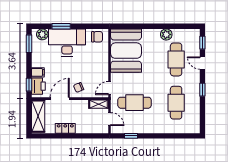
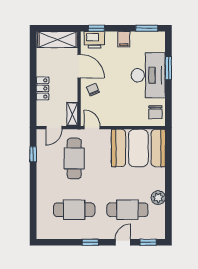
plant: (42, 34) -> (158, 45), removed
filing cabinet: (38, 72) -> (124, 39), moved
locker: (65, 128) -> (42, 88), moved

